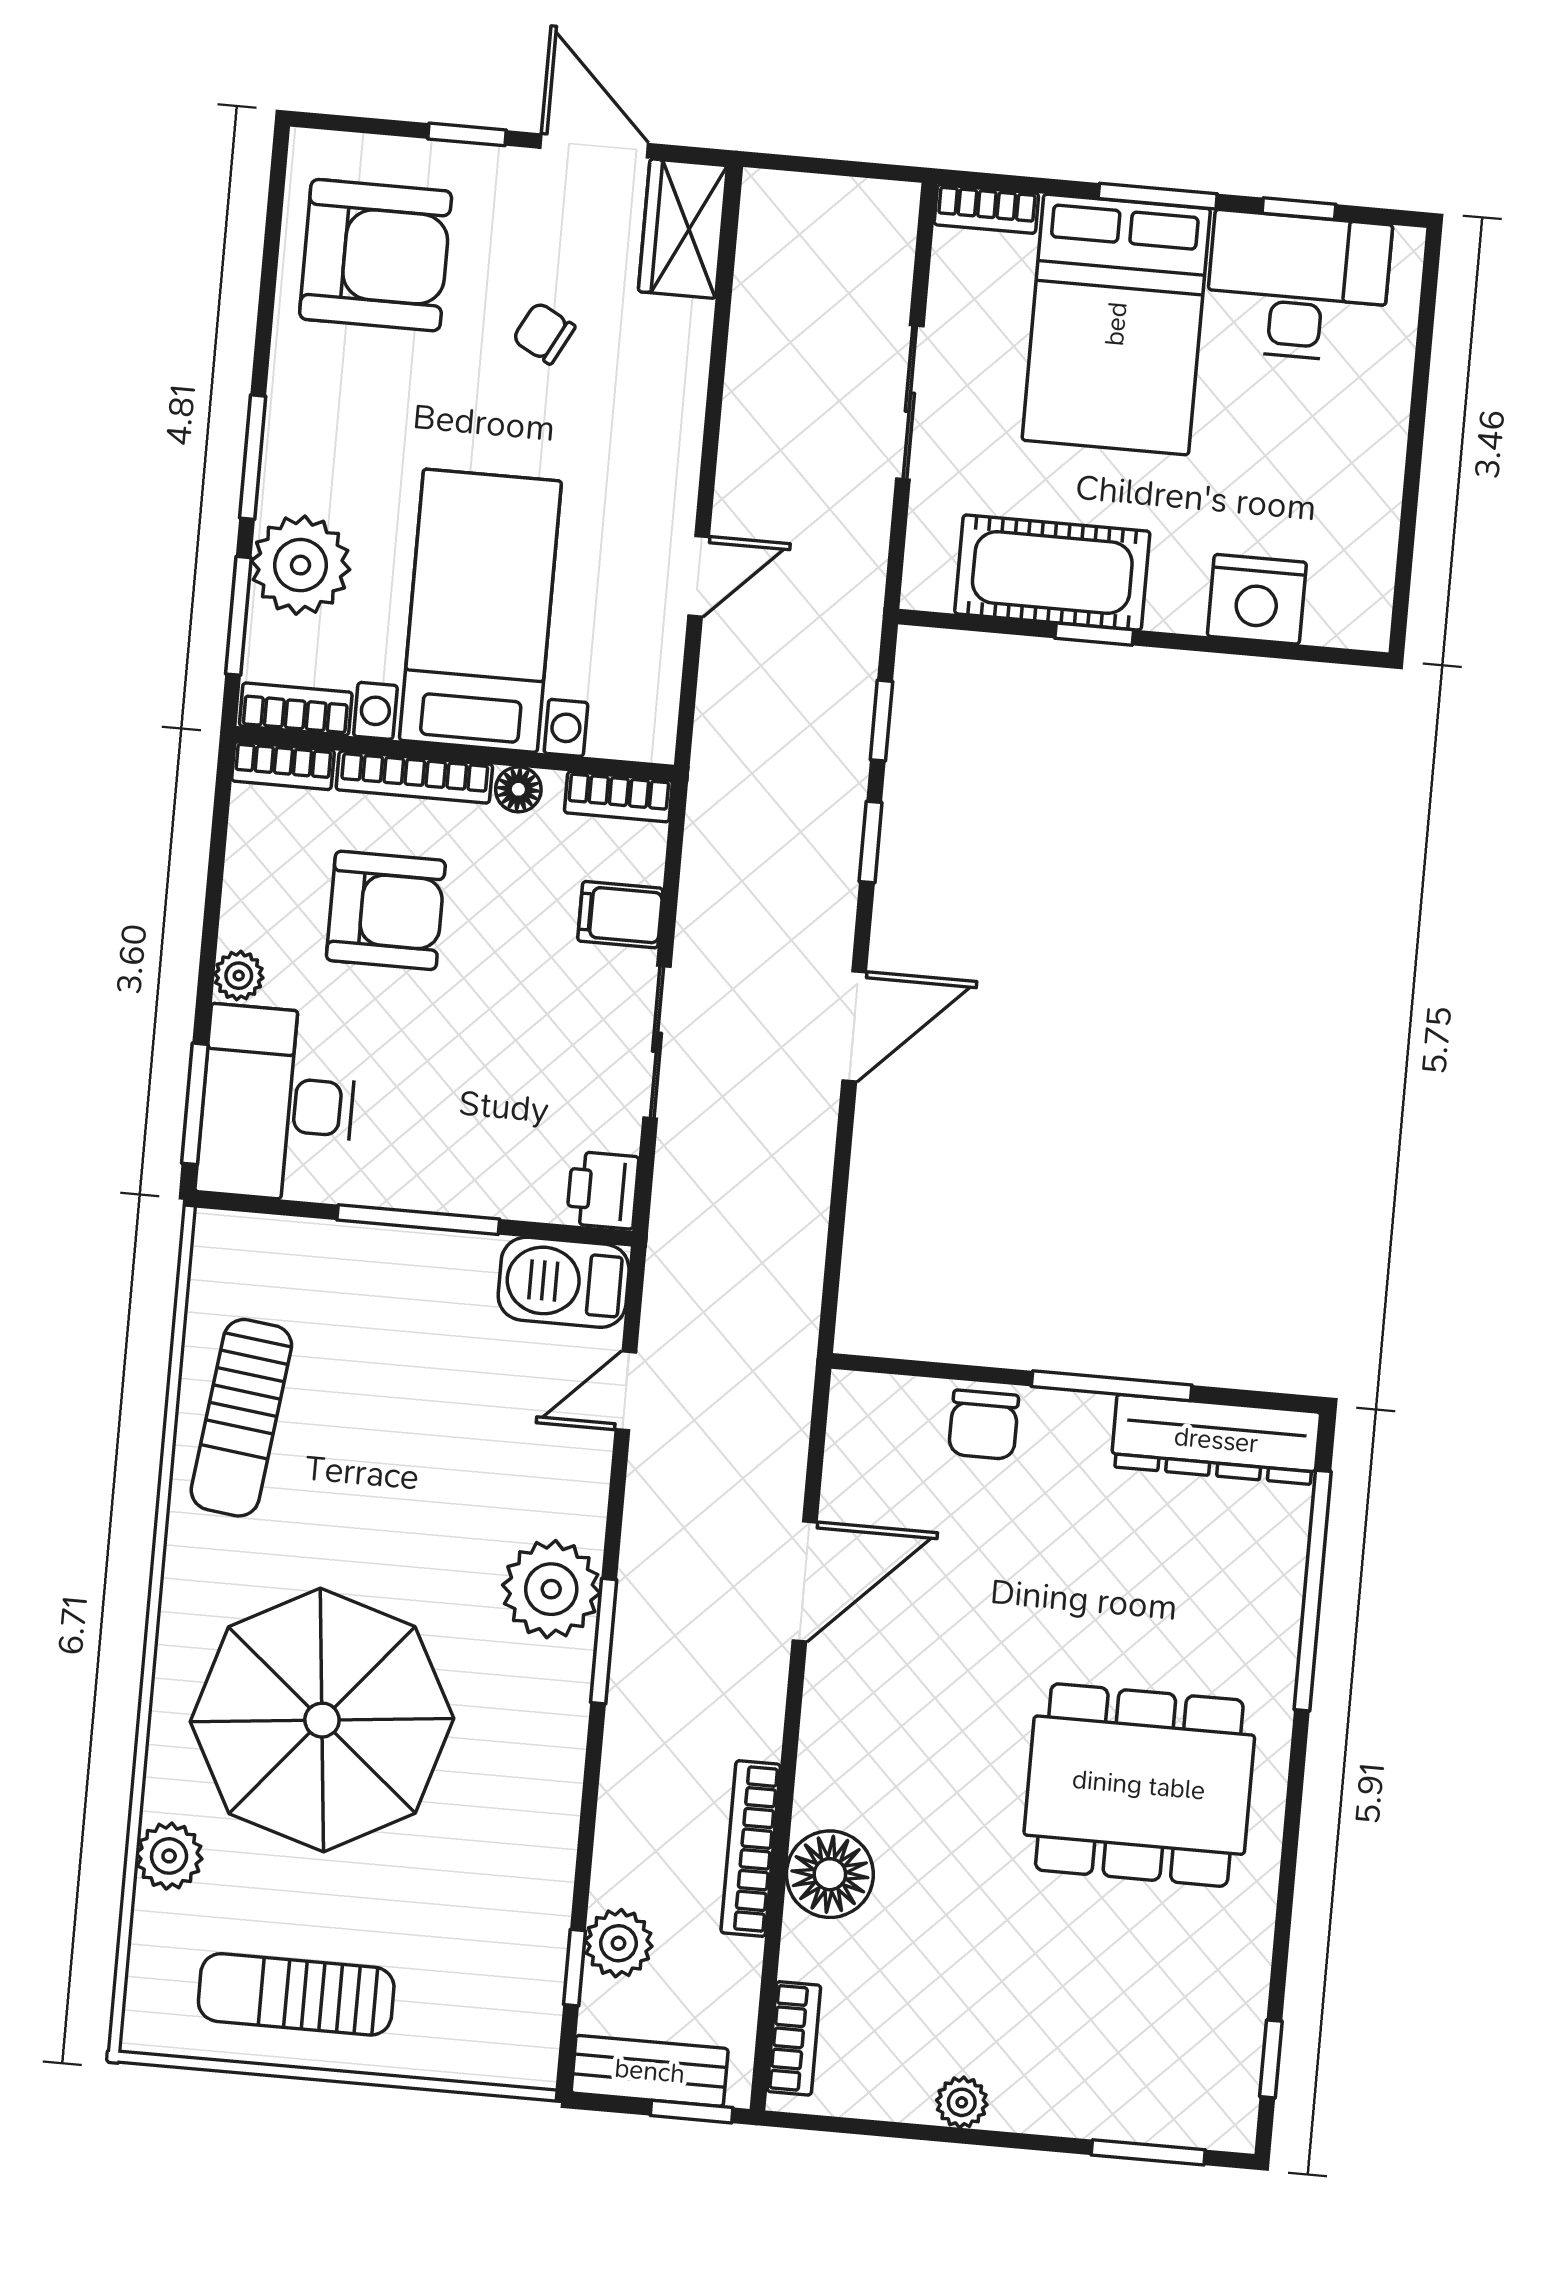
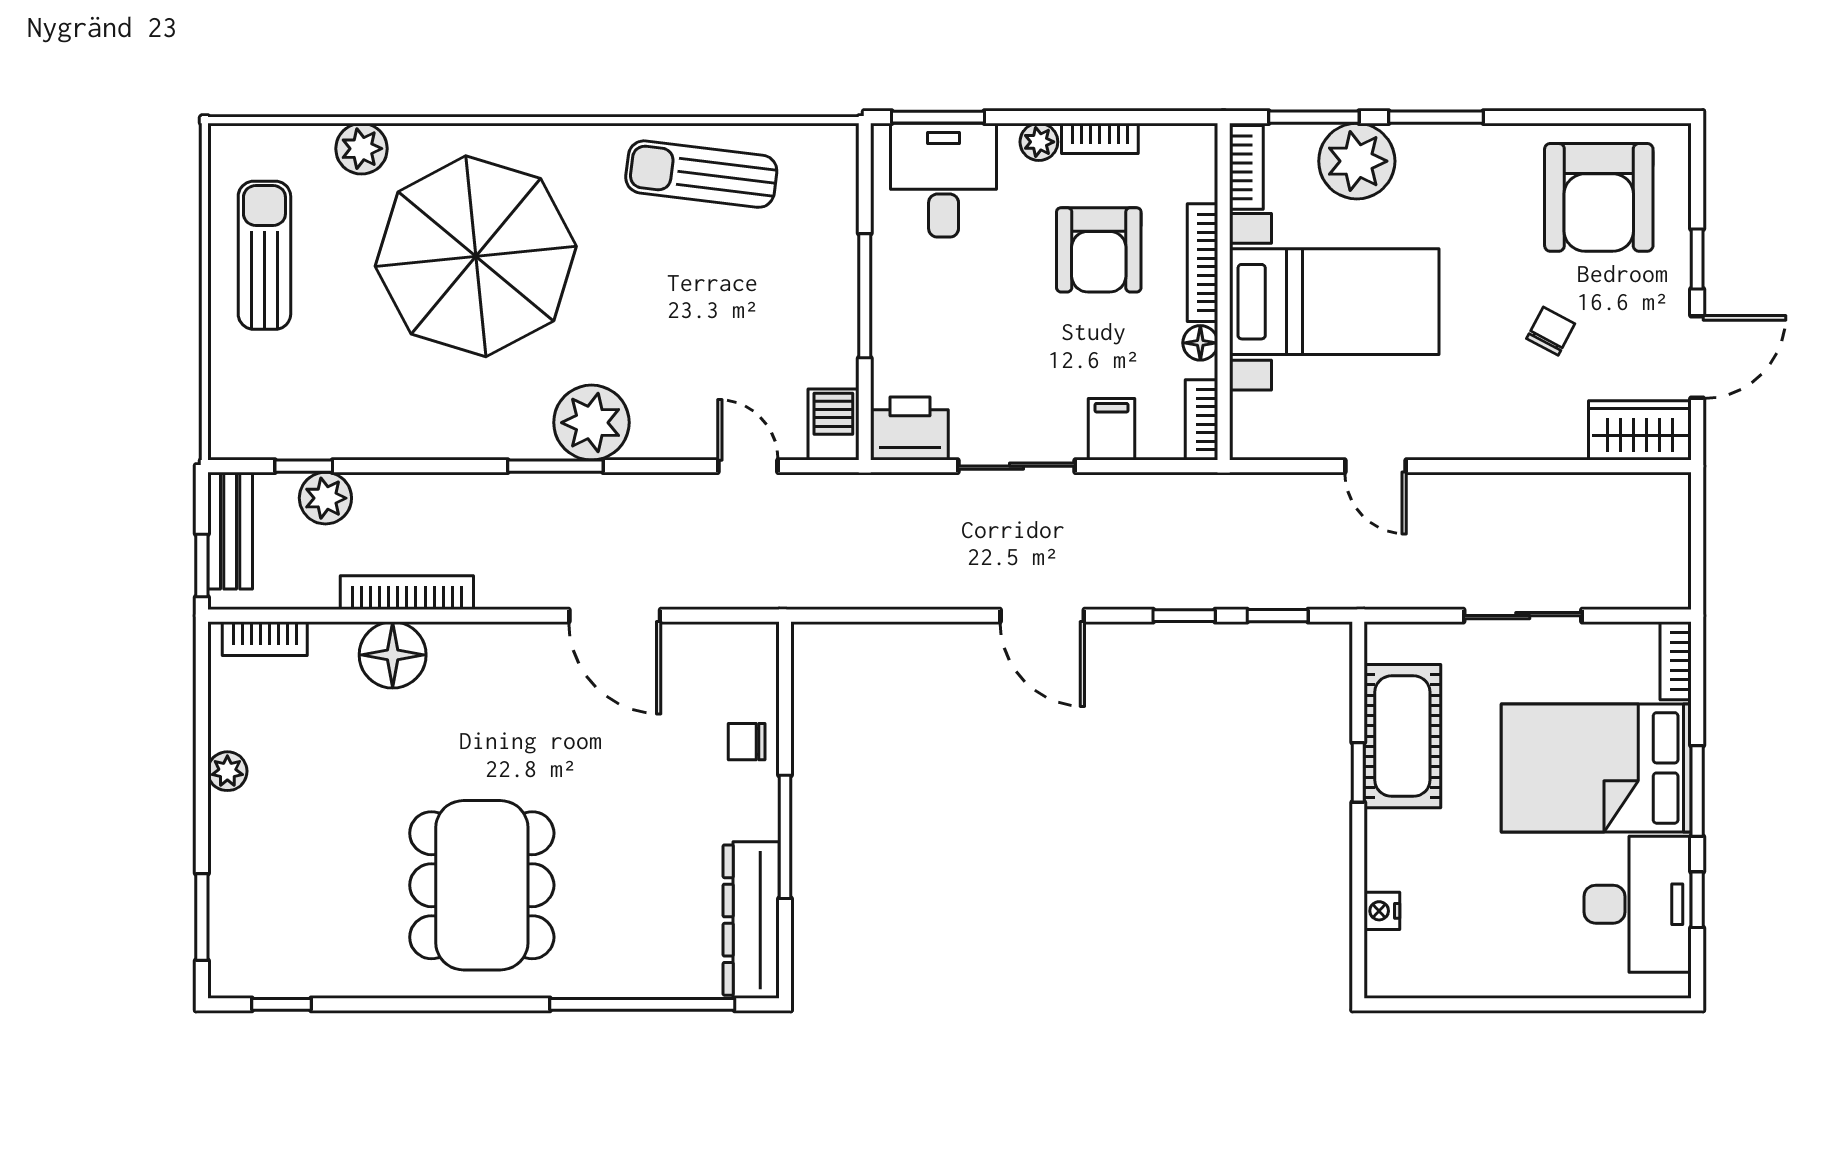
nightstand: (1257, 599) -> (1382, 911), width x0.53, depth x0.56
bookcase: (283, 766) -> (1100, 138), moved, turned -90
desk: (277, 1104) -> (944, 180), width x0.73
printer: (603, 1190) -> (910, 429), width x1.36, depth x1.24
barbecue: (564, 1282) -> (833, 424), width x0.73, depth x0.79
chair: (984, 1425) -> (747, 742), width x0.73, depth x0.73

